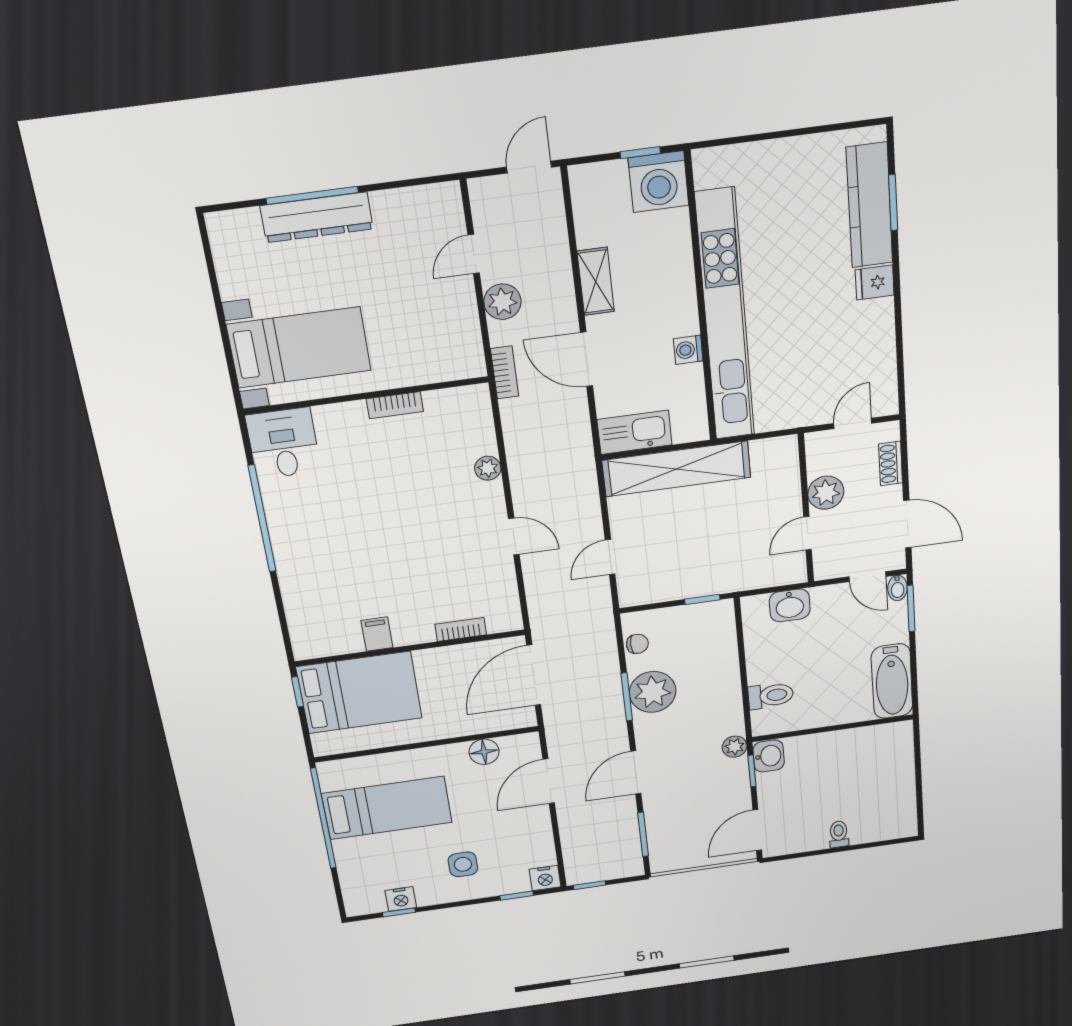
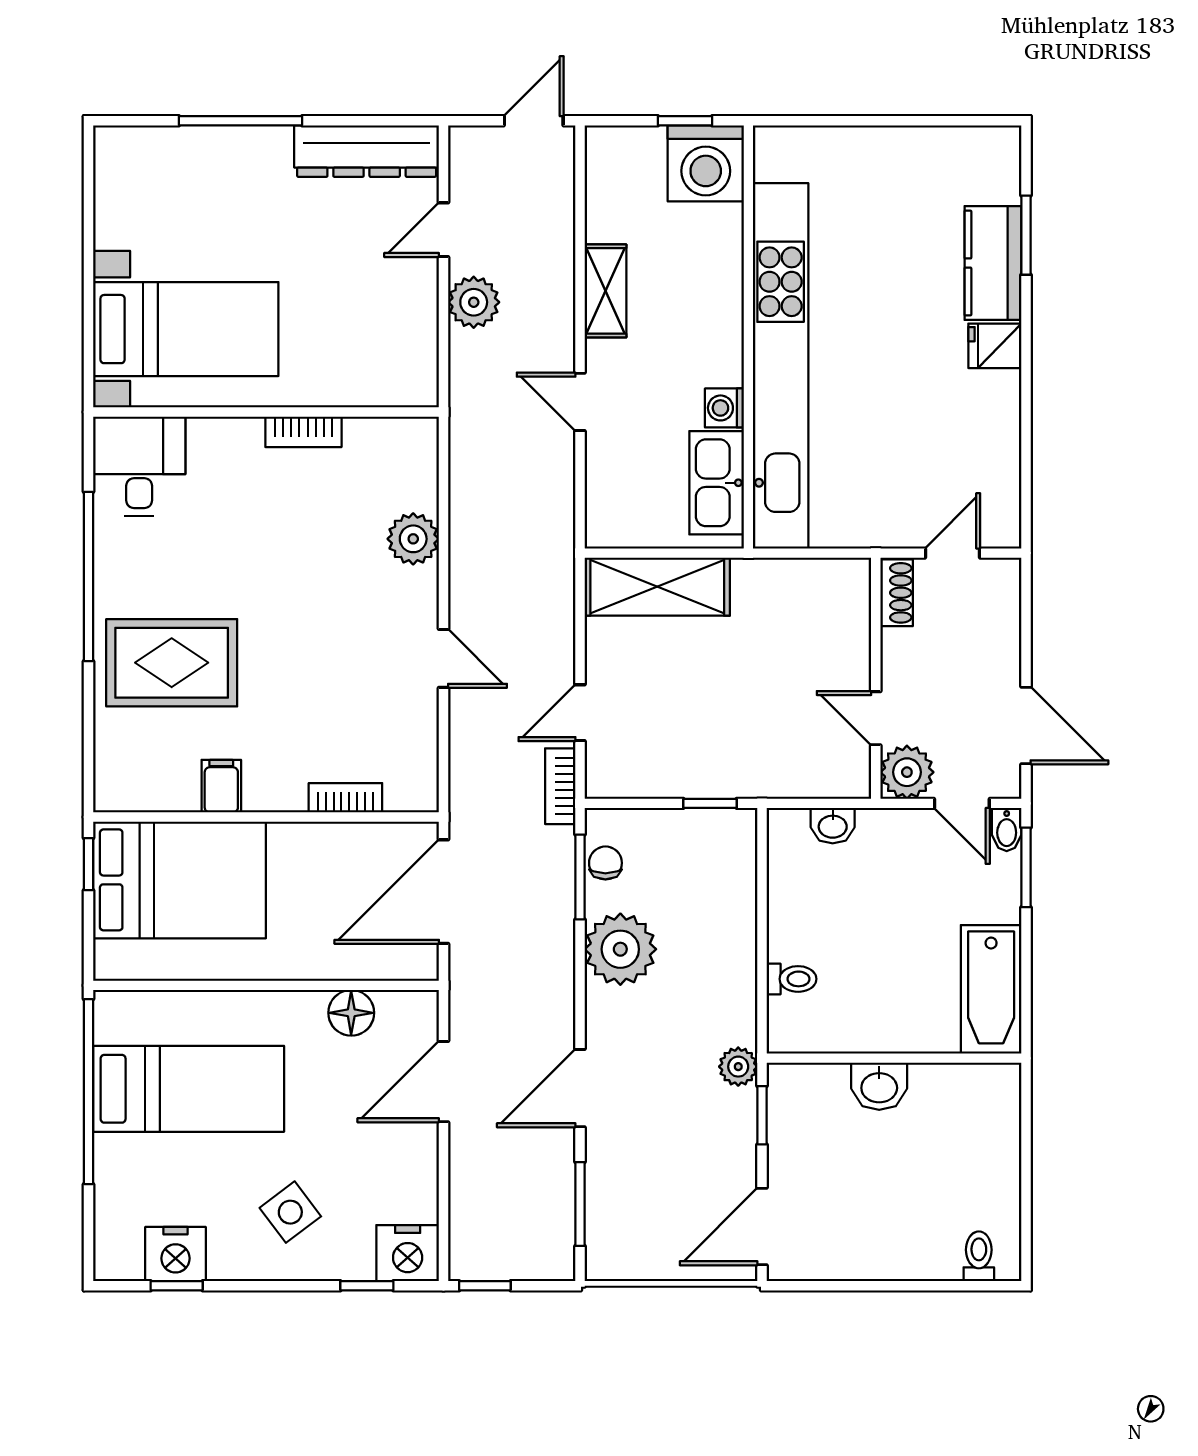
kitchen counter: (869, 205) -> (993, 263), width x0.67
dresser: (317, 217) -> (367, 151), moved
door: (586, 359) -> (580, 402), width x0.73
bookcase: (505, 372) -> (560, 786), moved, turned 180
kitchen sink: (635, 432) -> (717, 483), moved, turned -90
shoe rack: (891, 464) -> (897, 593), moved, turned 180
plant: (488, 468) -> (413, 539), width x1.38, depth x1.38
shelving: (677, 469) -> (657, 587), width x0.68
plant: (826, 493) -> (907, 772), moved
door: (808, 533) -> (876, 718), hinge flipped
rug: (330, 564) -> (172, 663), added
washbasin: (790, 605) -> (833, 826), width x0.72, depth x0.69
chair: (637, 644) -> (605, 863), turned -90
toilet: (771, 696) -> (792, 979), width x0.73, depth x0.72
window: (627, 697) -> (580, 877), moved
washbasin: (769, 756) -> (879, 1086), moved, turned 90
toilet: (839, 834) -> (979, 1256), moved
side table: (463, 864) -> (290, 1212), turned -37
nightstand: (545, 878) -> (408, 1253), width x1.36, depth x1.33
nightstand: (401, 899) -> (176, 1254), width x1.36, depth x1.33

